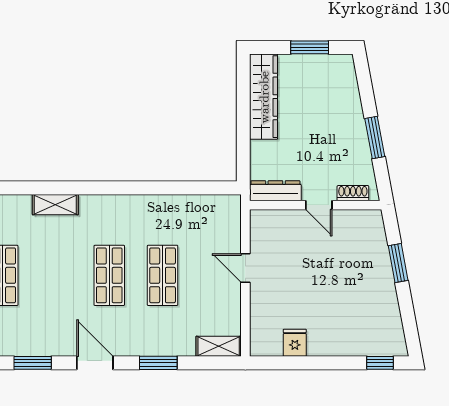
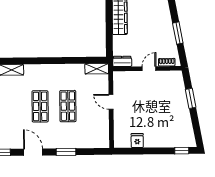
dresser: (275, 191) -> (122, 61), width x0.70
door: (319, 205) -> (149, 69), swing flipped
shelving: (219, 346) -> (97, 69), moved

